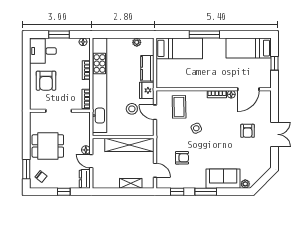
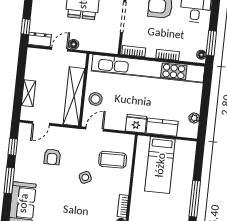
window: (59, 35) -> (211, 43), moved
bed: (179, 48) -> (160, 165), moved
stool: (132, 109) -> (96, 99), moved
door: (155, 112) -> (95, 129), moved
window: (64, 192) -> (26, 27), moved

